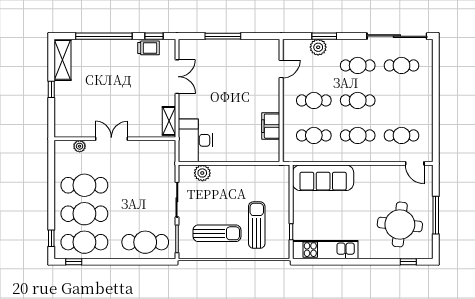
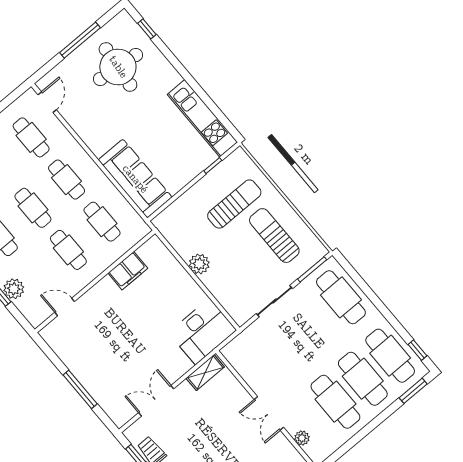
plant: (202, 173) -> (199, 264), moved
sun lounger: (257, 225) -> (234, 204), turned 180
window: (51, 238) -> (413, 391), width x1.50

